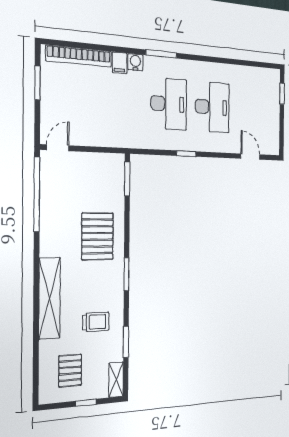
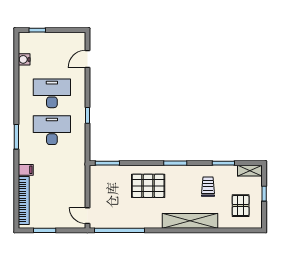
water cooler: (135, 62) -> (24, 59), moved
pallet: (70, 371) -> (241, 206), turned 90

